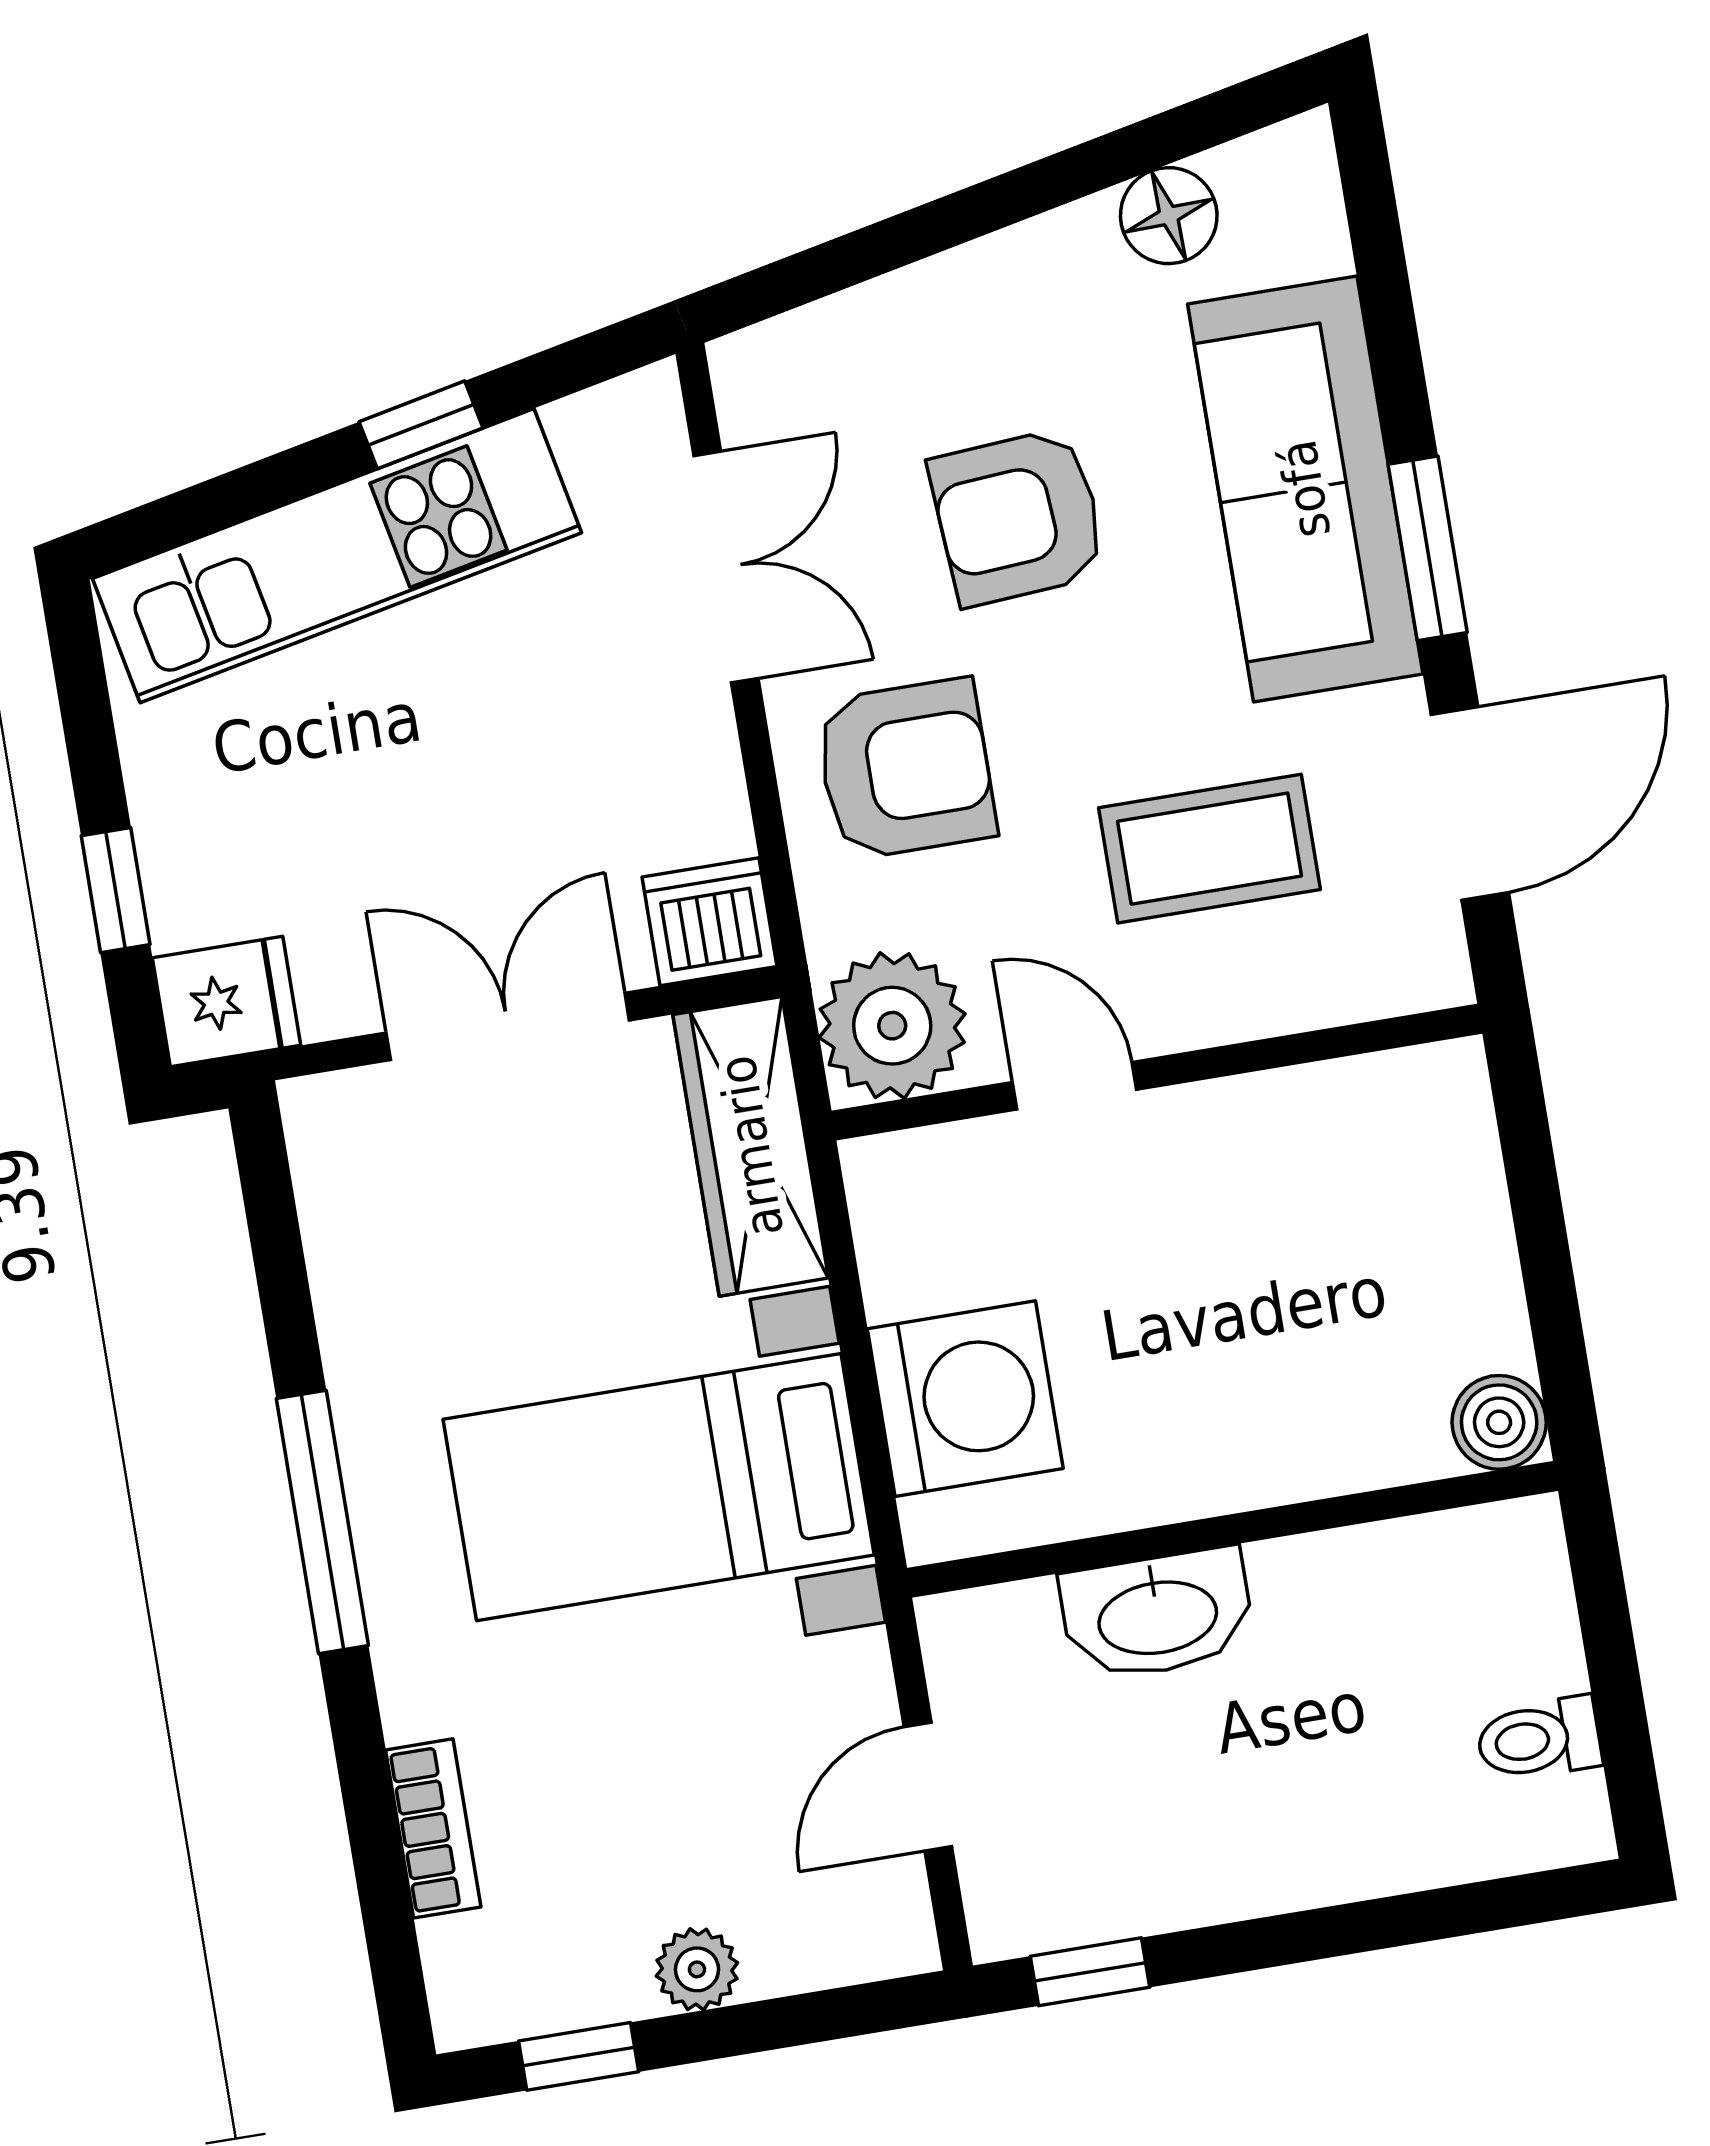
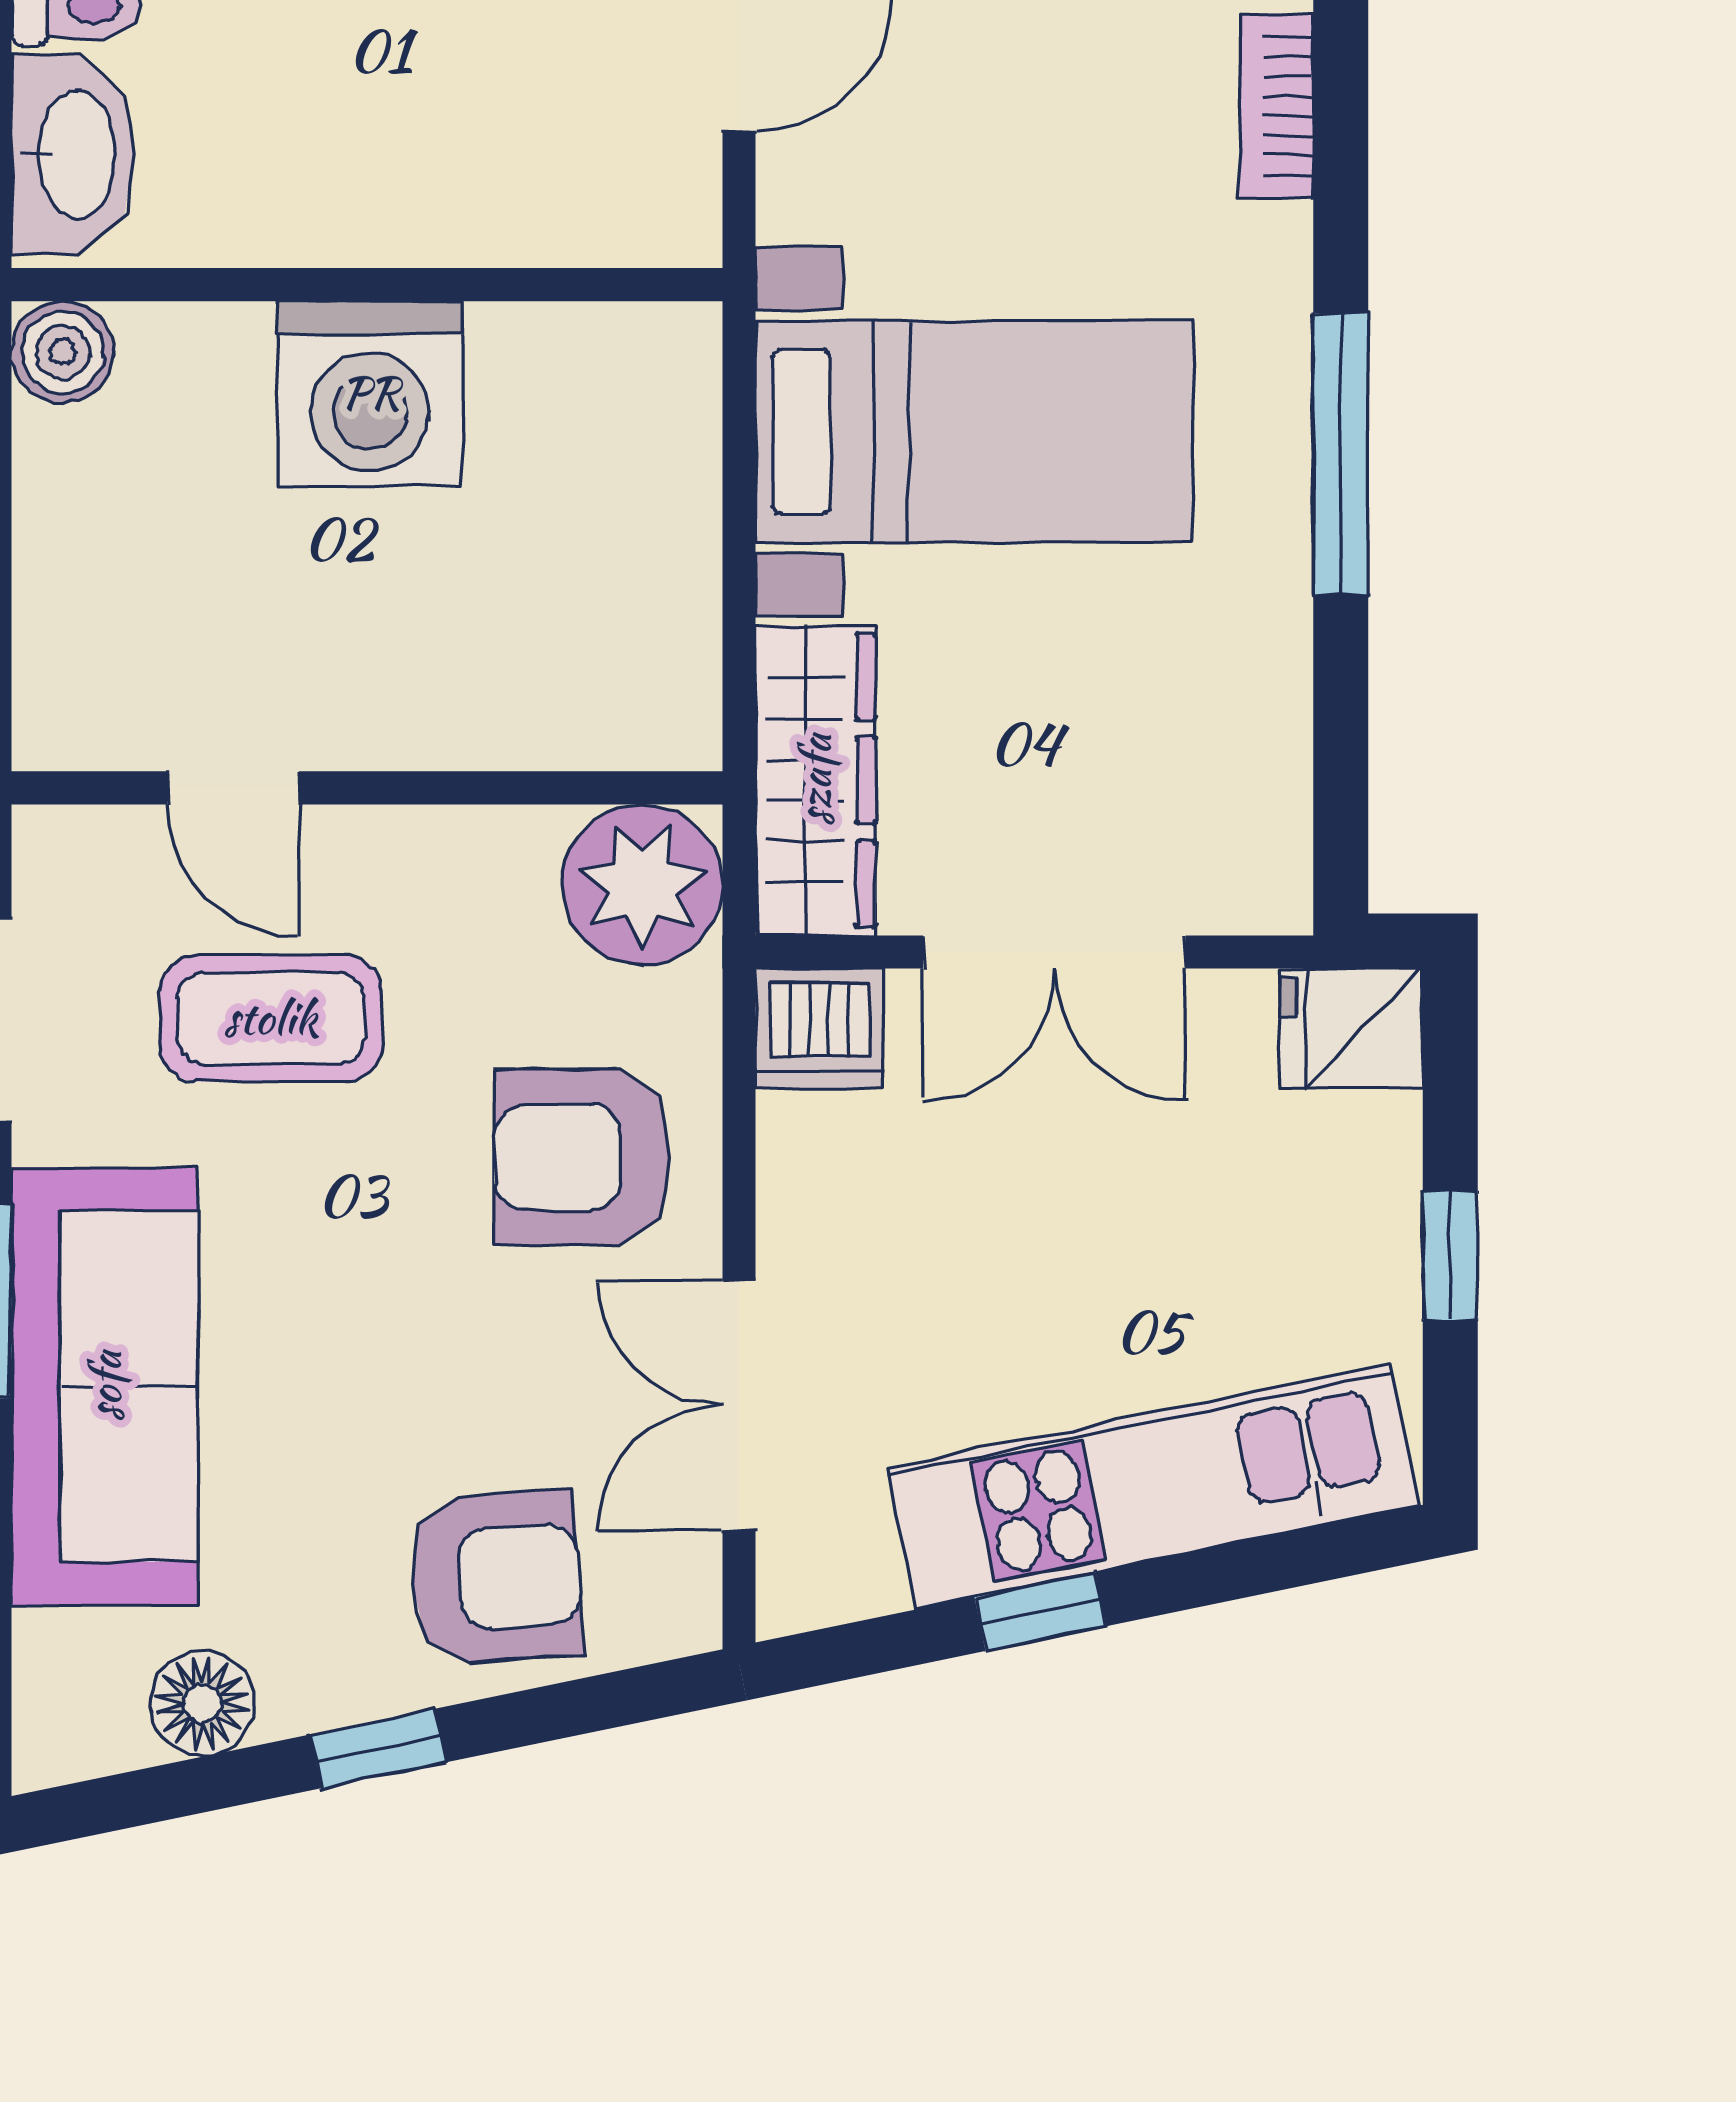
window: (1002, 201) -> (378, 1748), added
armchair: (1018, 517) -> (496, 1578), moved
window: (116, 890) -> (1450, 1255), moved
door: (1075, 1086) -> (233, 788), moved
washing machine: (965, 1399) -> (370, 393), moved, turned -90
washbasin: (1157, 1614) -> (73, 155), moved, turned 90

